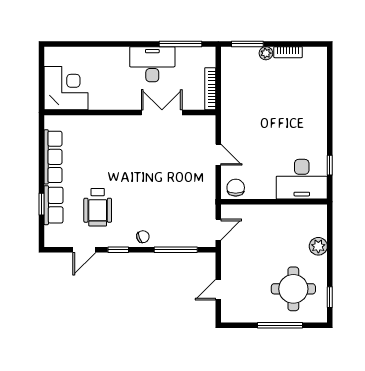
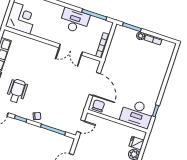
double door: (162, 113) -> (71, 50), swing flipped
door: (218, 155) -> (95, 84), width x1.87
wheelchair: (98, 207) -> (17, 91), turned 180
fridge: (316, 227) -> (136, 143), added

